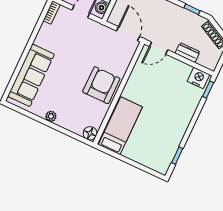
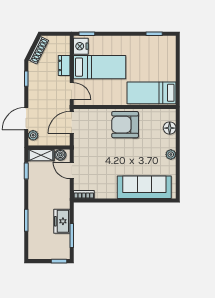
bed: (169, 87) -> (100, 67), added
floor lamp: (90, 133) -> (170, 128), moved

